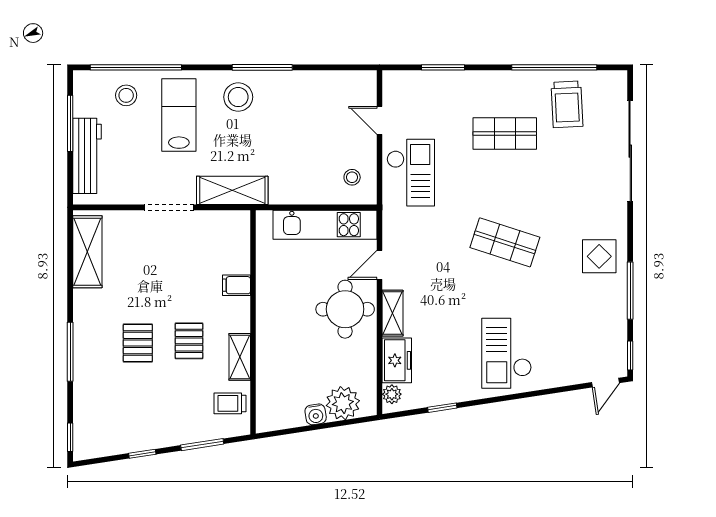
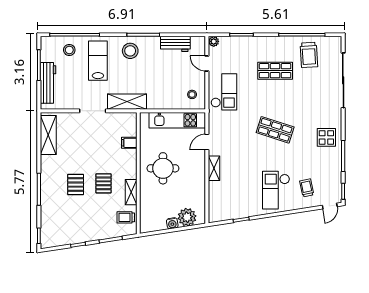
workbench: (321, 84) -> (175, 44), added
filing cabinet: (236, 285) -> (129, 143), moved
round table: (345, 309) -> (163, 168), moved
trolley: (563, 349) -> (307, 188), added
freezer: (397, 360) -> (216, 194), removed
plant: (392, 394) -> (214, 41), moved

